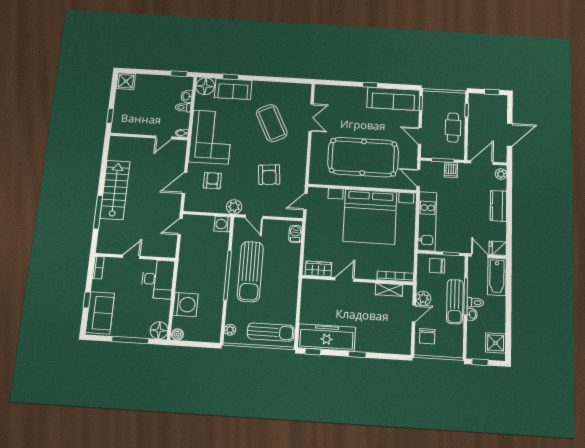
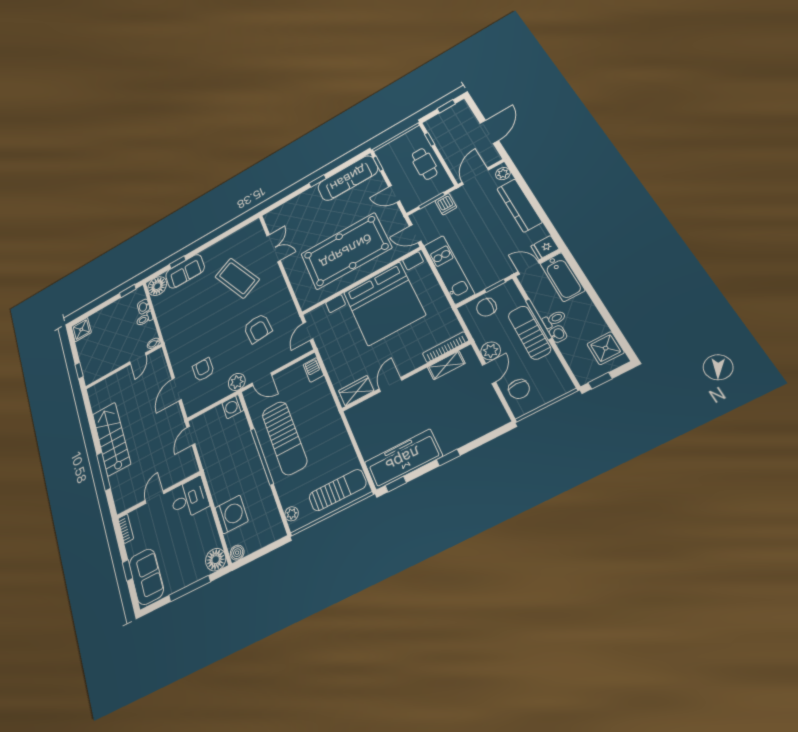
corner sofa: (211, 137) -> (183, 329), removed
kitchen counter: (498, 206) -> (519, 205), width x1.50
desk: (158, 279) -> (189, 499), width x0.73
sun lounger: (455, 302) -> (529, 332), turned 180

